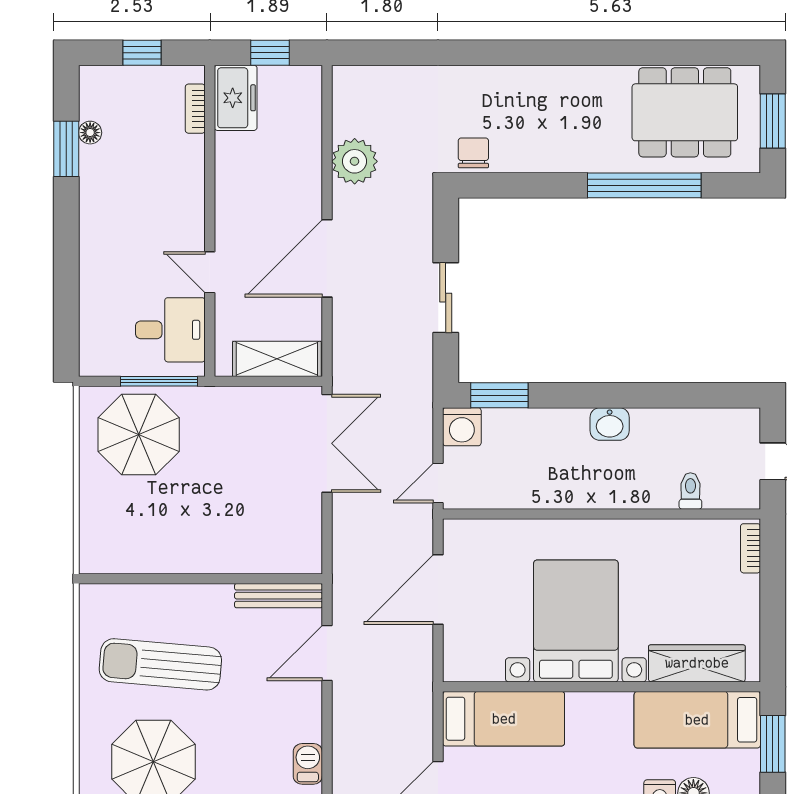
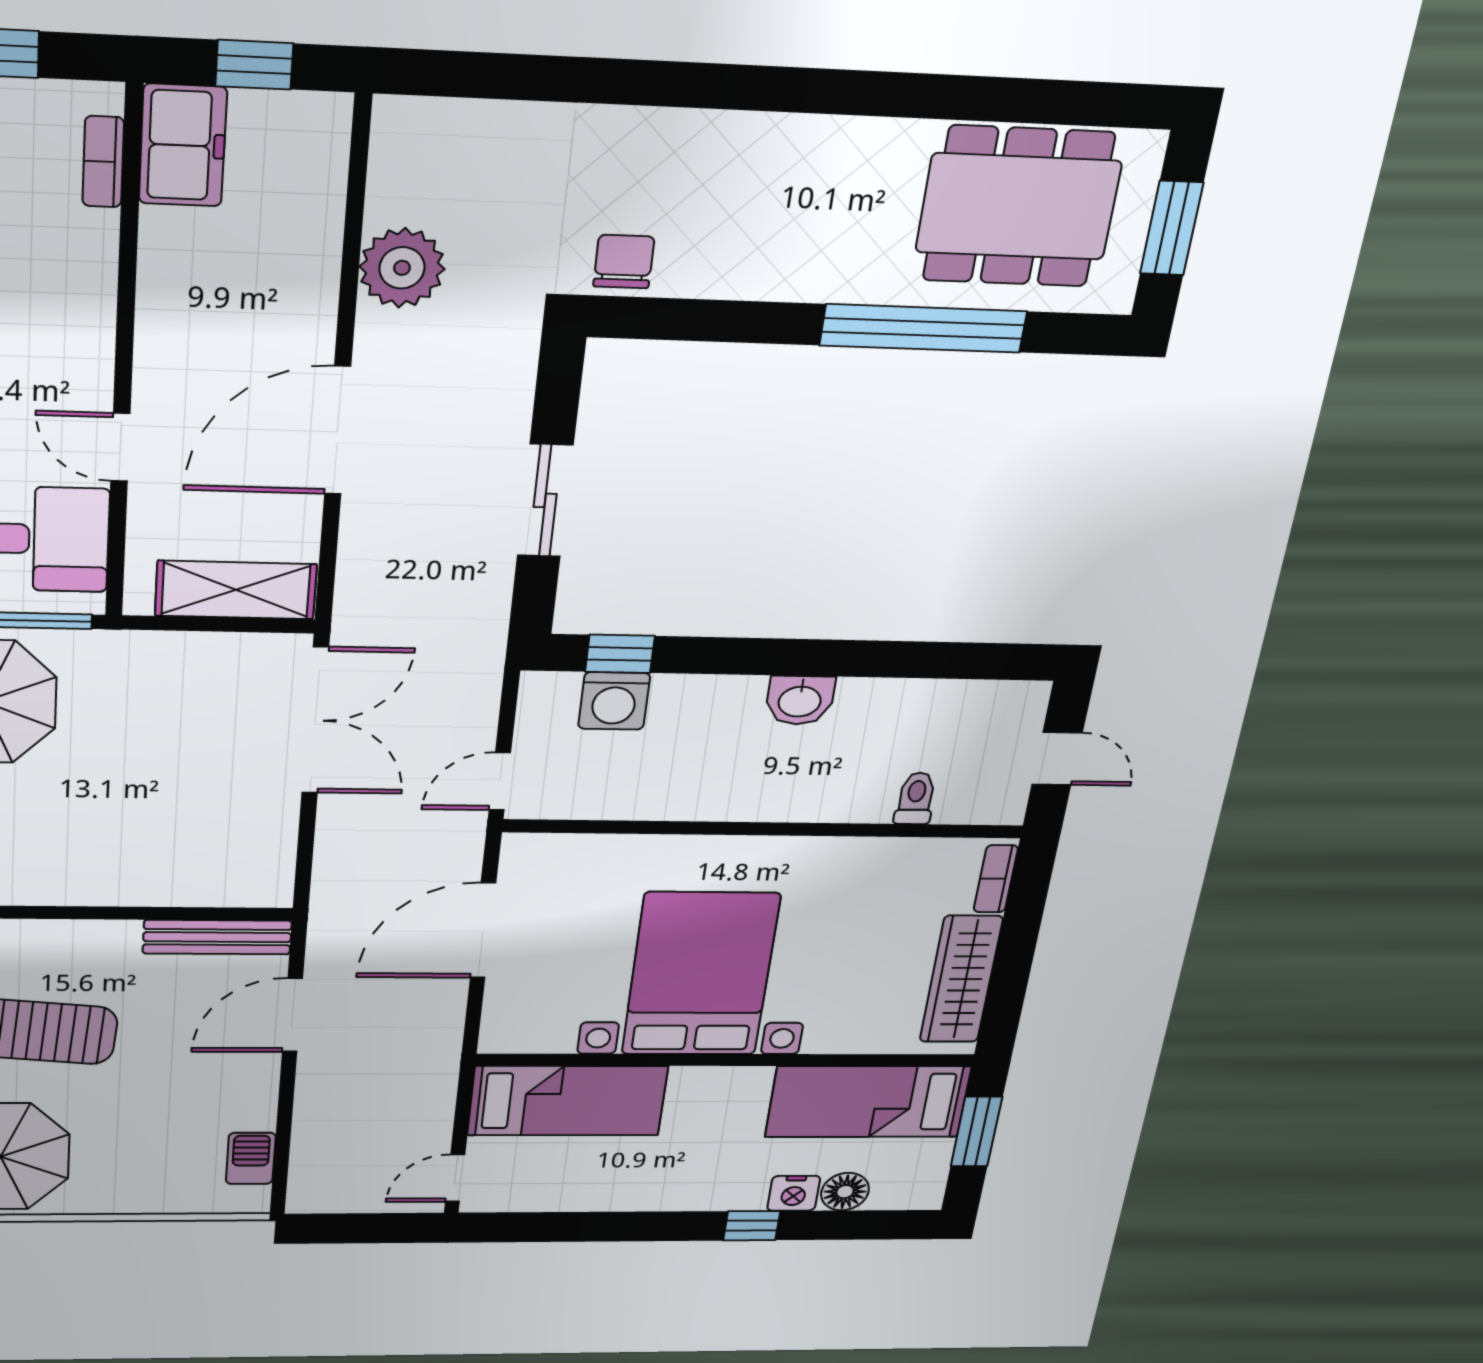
window: (499, 395) -> (620, 654), width x0.67
washing machine: (462, 427) -> (614, 701), moved
wardrobe: (697, 663) -> (961, 979), moved, turned -90

